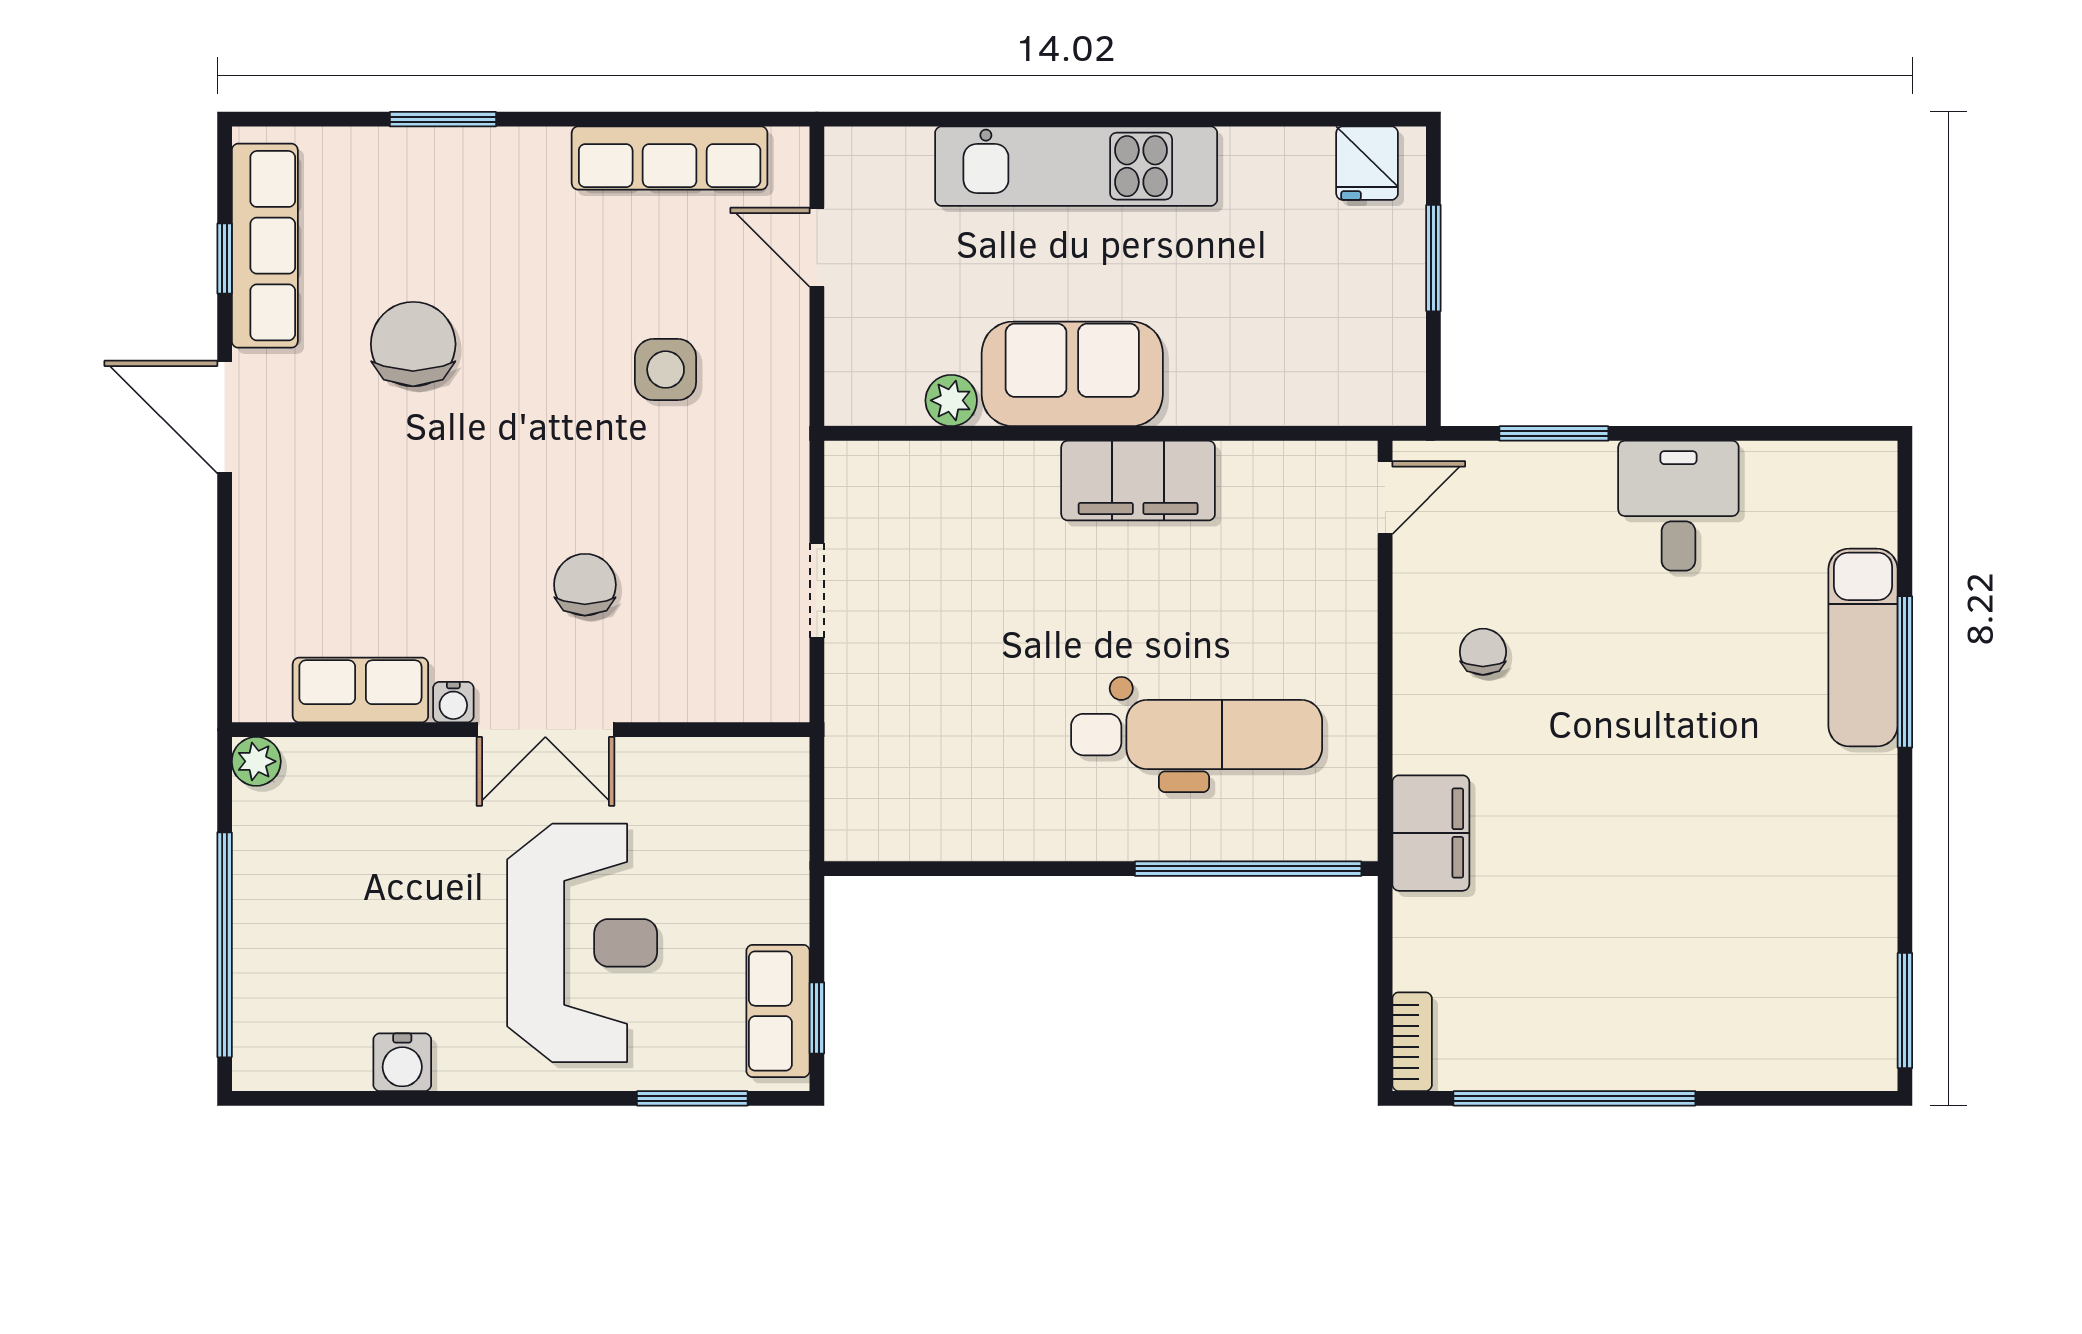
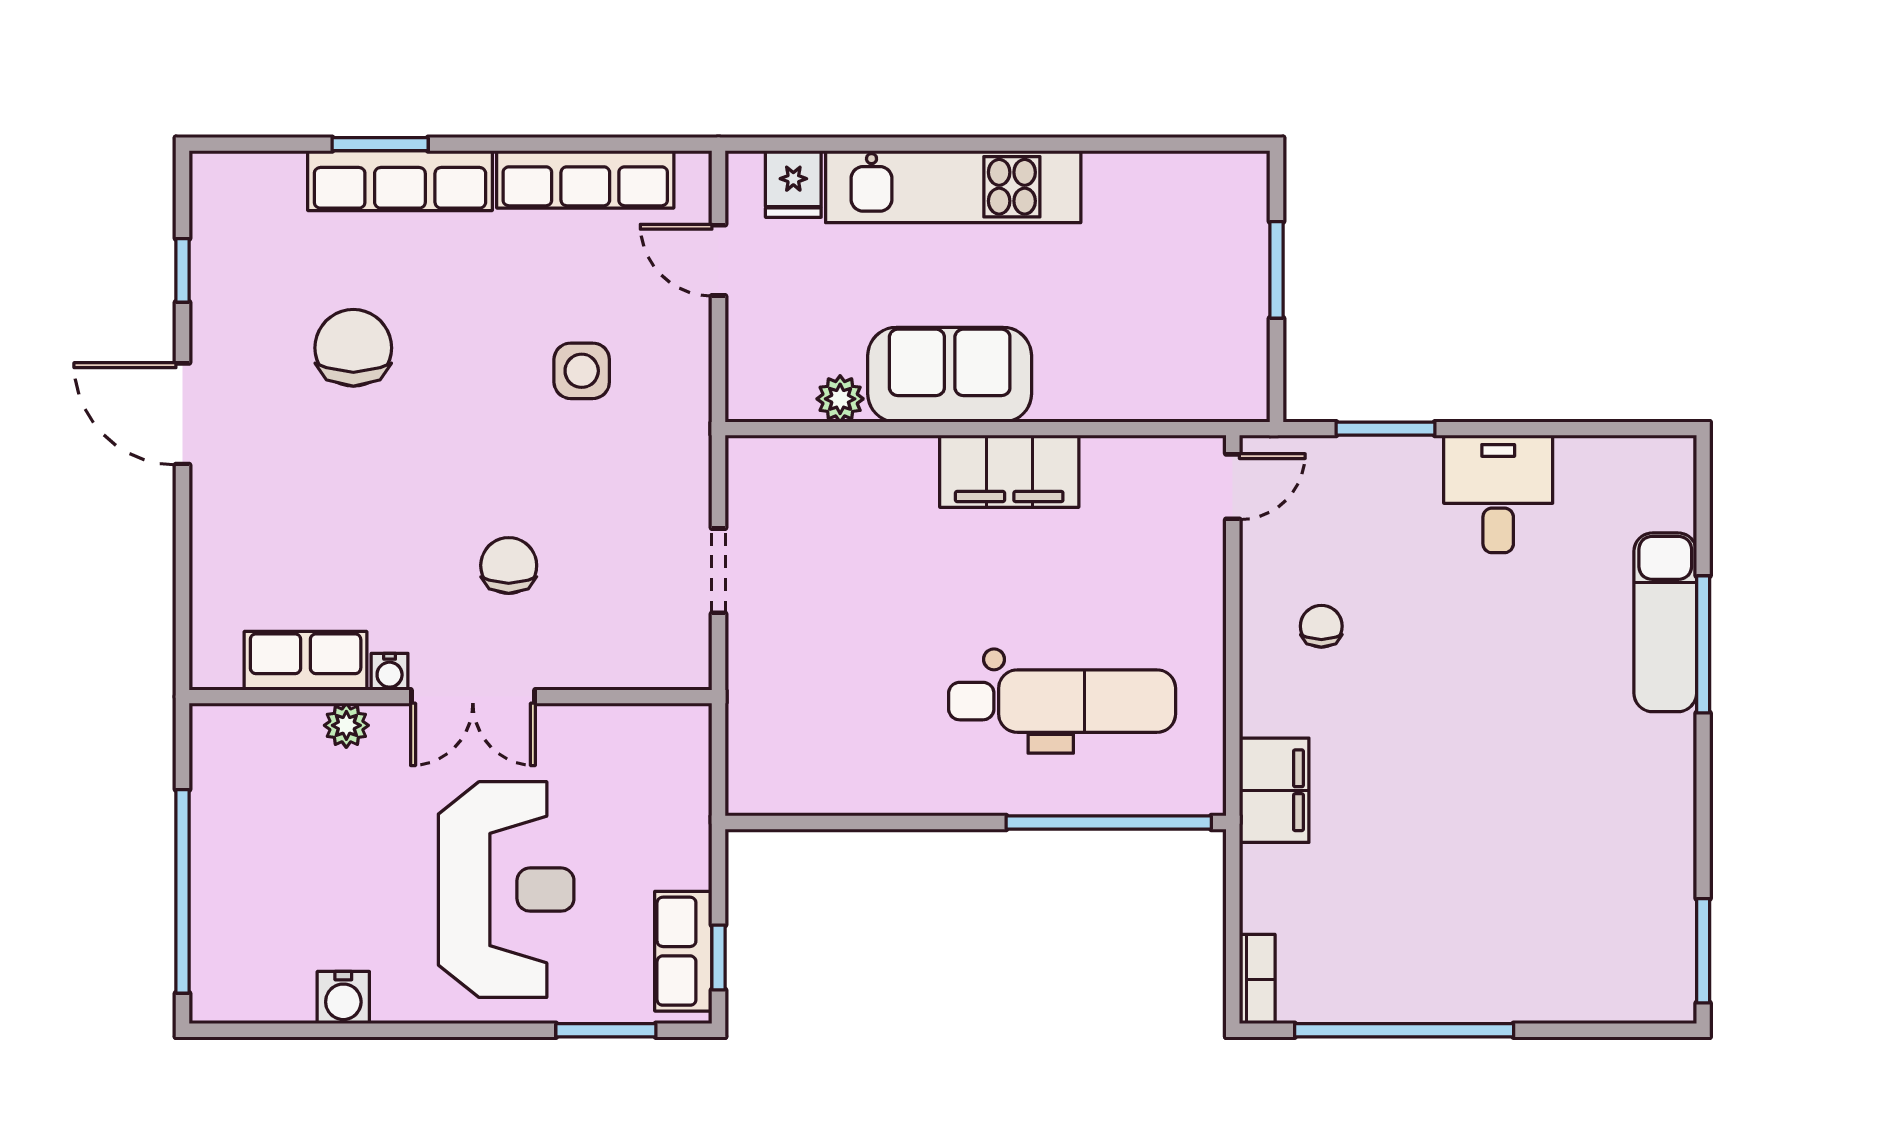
fridge: (1367, 163) -> (793, 184), moved
row of seats: (265, 246) -> (400, 181), moved, turned 90
plant: (256, 761) -> (346, 725), moved

